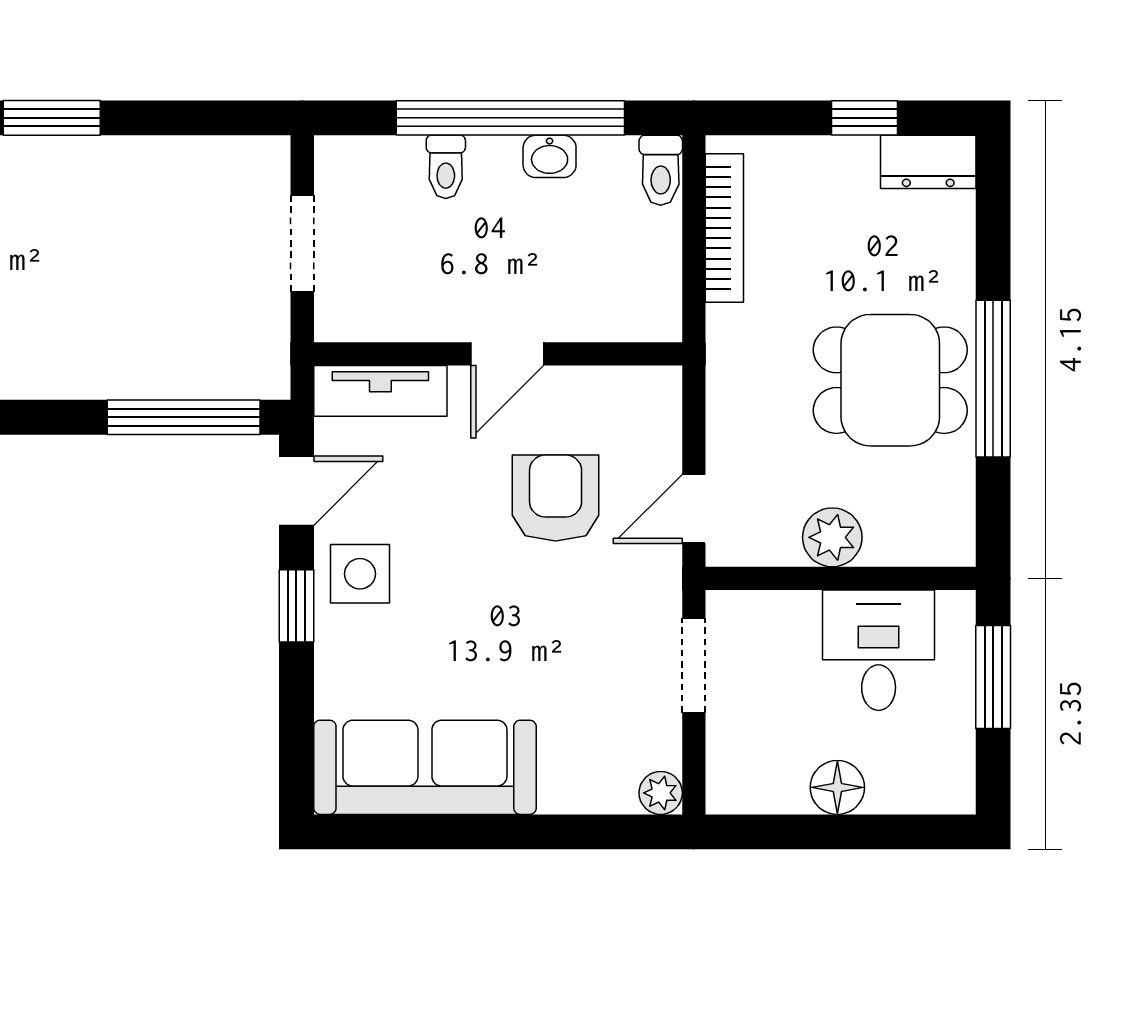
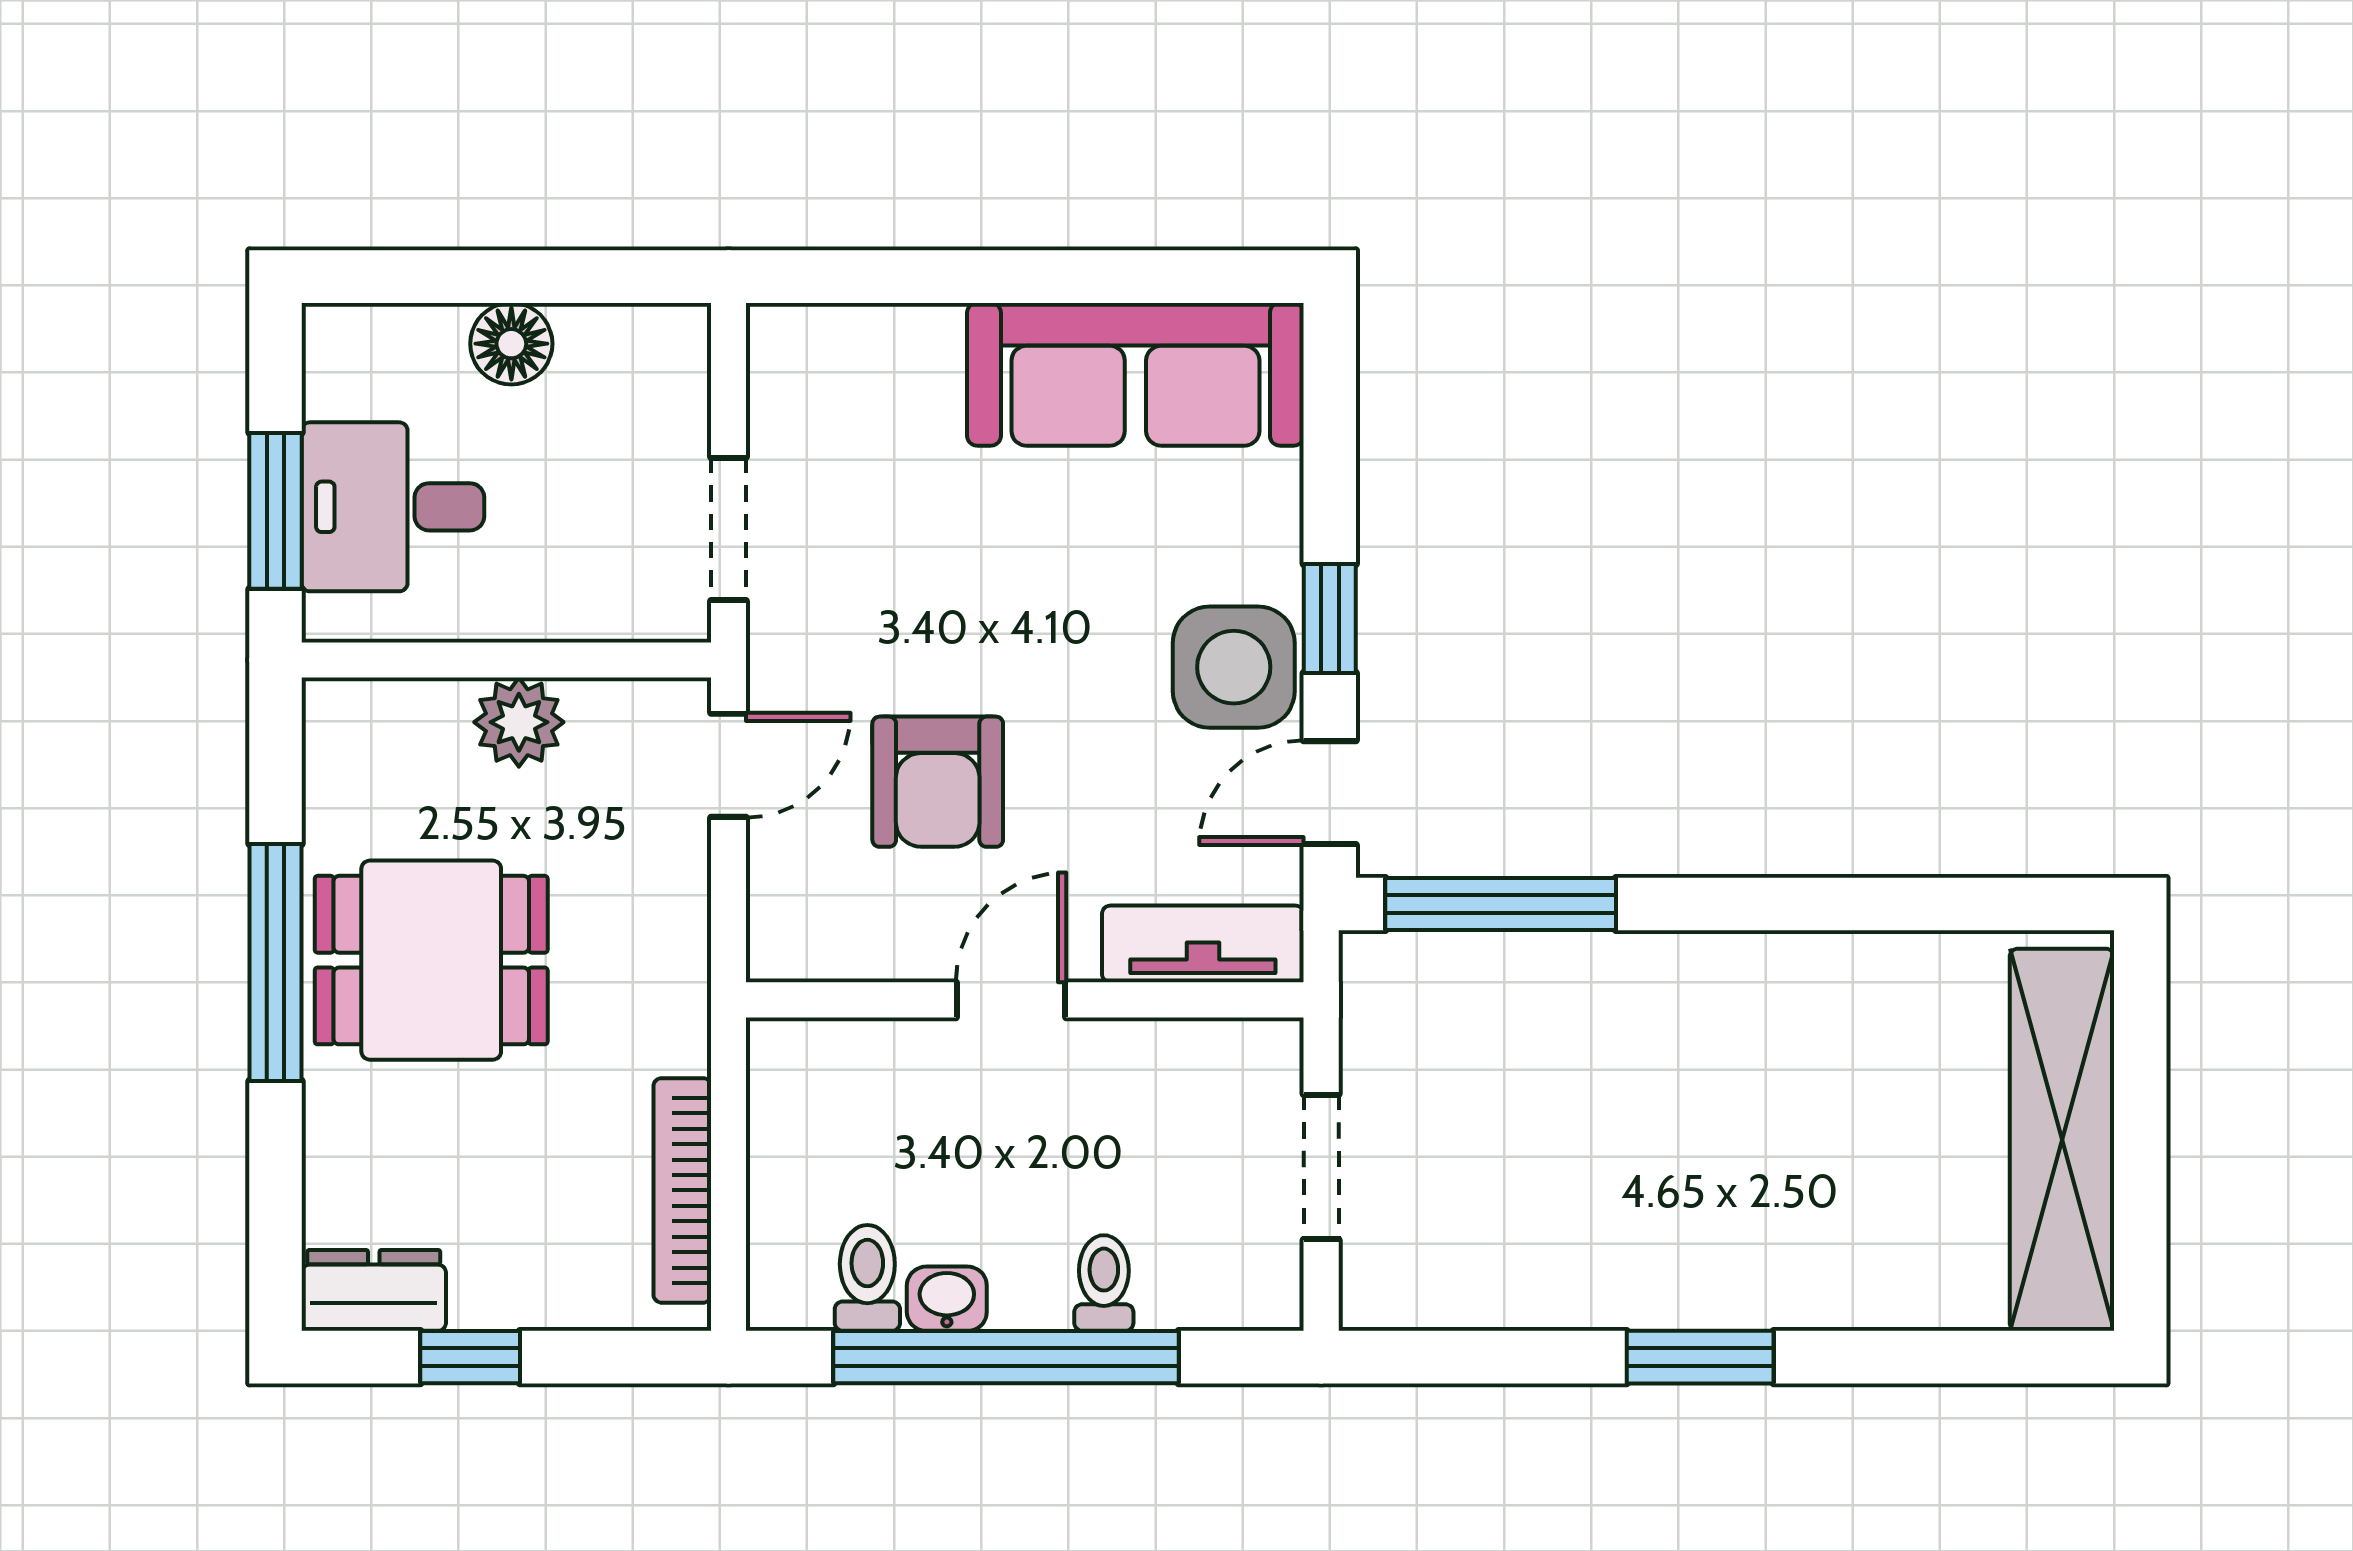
toilet: (661, 170) -> (867, 1278), moved
side table: (360, 574) -> (1234, 667), width x1.37, depth x1.37
desk: (879, 650) -> (393, 507), moved, turned 90
plant: (661, 793) -> (779, 335), removed

